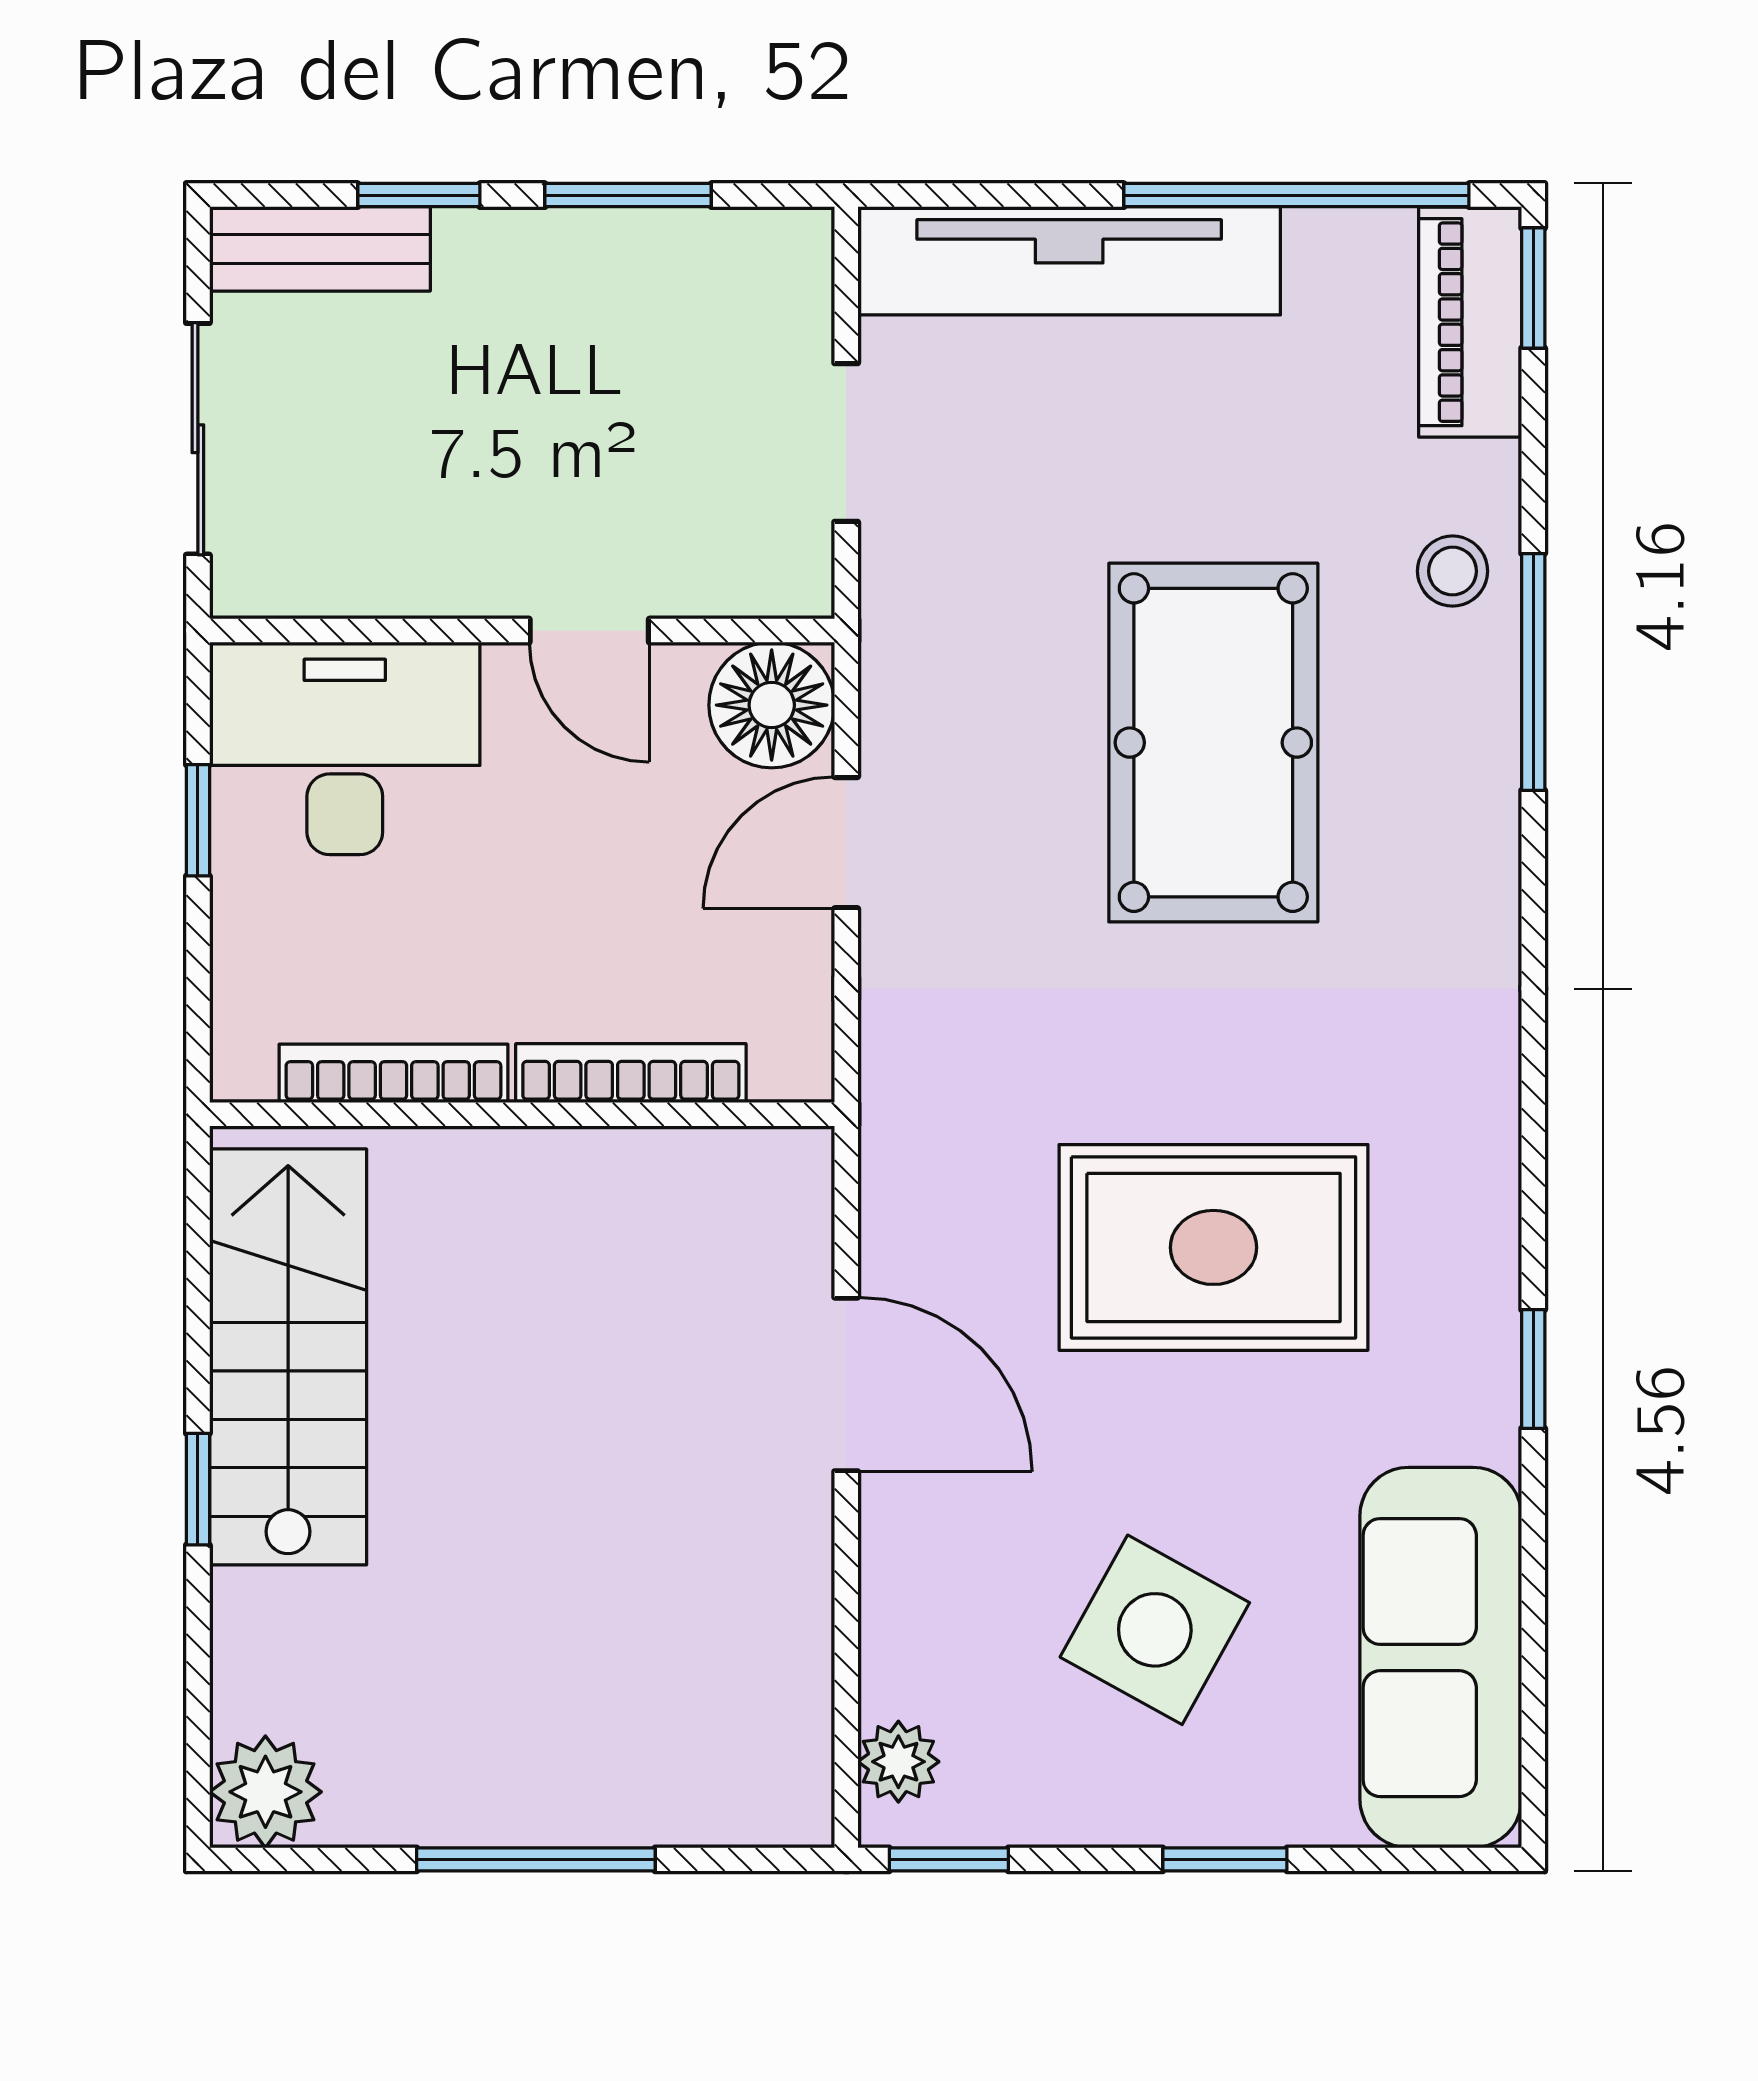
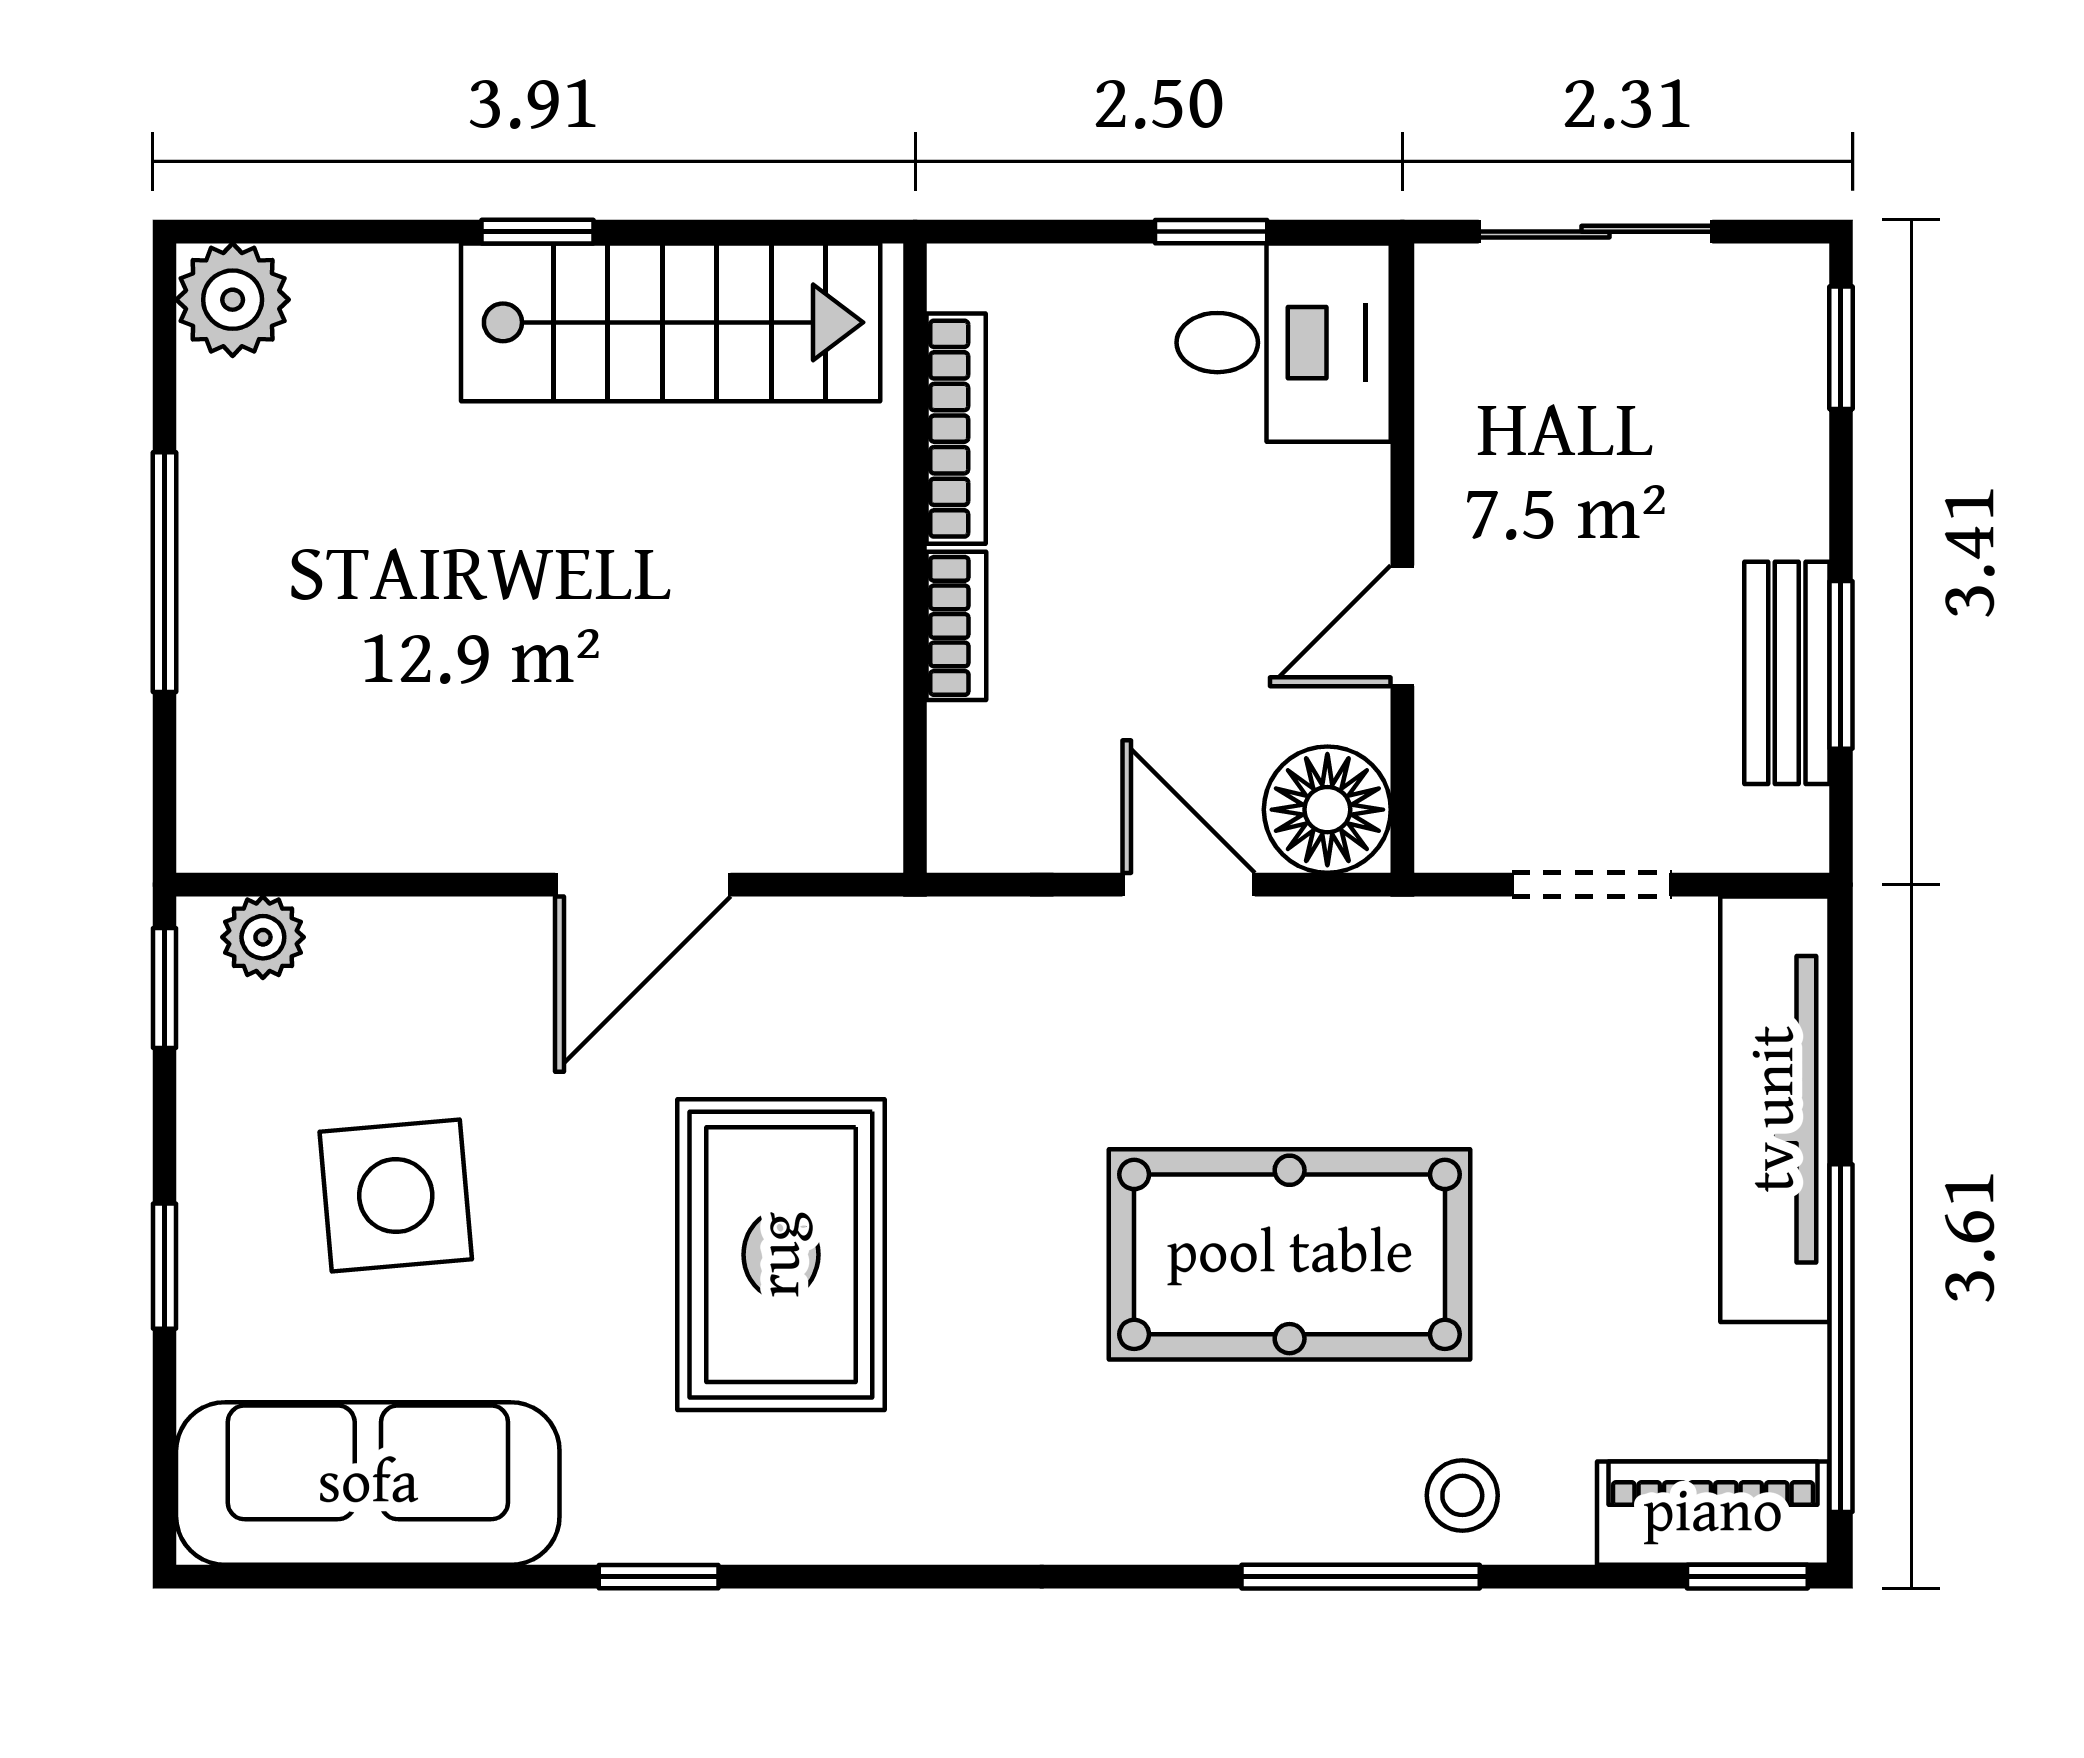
window: (419, 195) -> (1841, 348), moved
bench: (320, 249) -> (1787, 673), moved
desk: (345, 748) -> (1284, 343), width x0.73
bookcase: (631, 1073) -> (956, 626), width x0.64
side table: (1155, 1630) -> (396, 1196), turned -34

